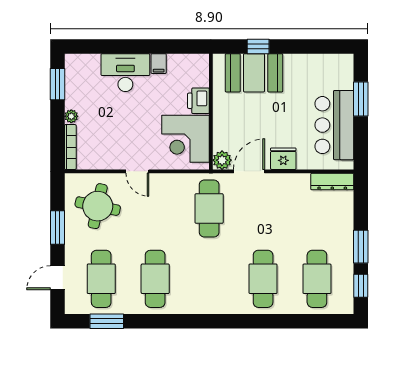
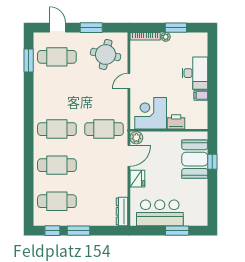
window: (57, 84) -> (176, 28), moved
door: (249, 171) -> (129, 156), hinge flipped
cafe table: (155, 279) -> (57, 129), moved

